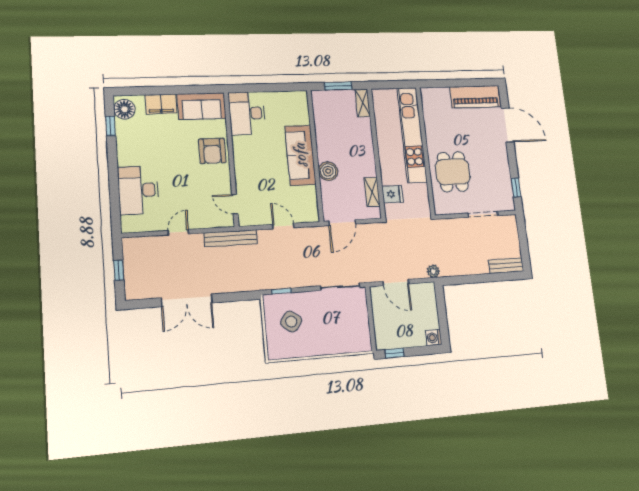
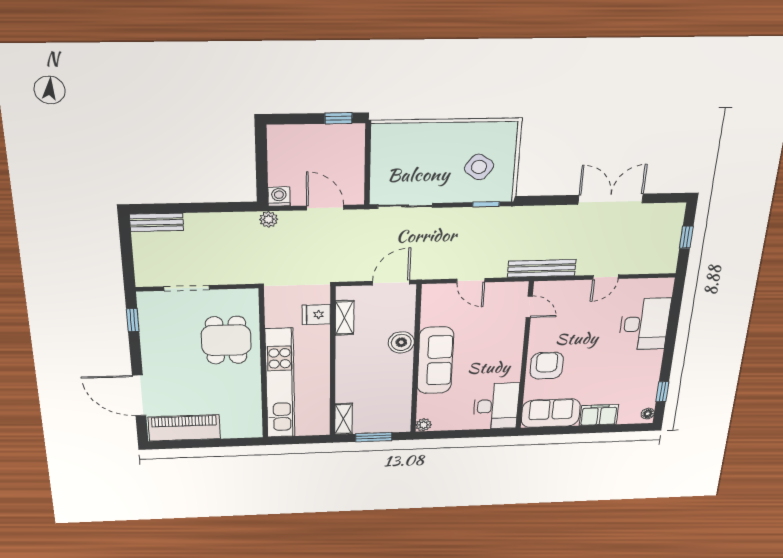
plant: (301, 97) -> (424, 425), added
floor lamp: (124, 109) -> (648, 414), width x0.53, depth x0.53
washing machine: (434, 338) -> (279, 197), moved, turned -90

